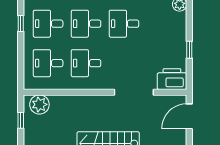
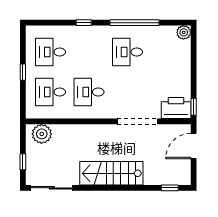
window: (21, 24) -> (23, 72), moved
desk: (86, 24) -> (89, 52), removed
window: (189, 50) -> (194, 107), moved
window: (21, 120) -> (23, 162), moved

